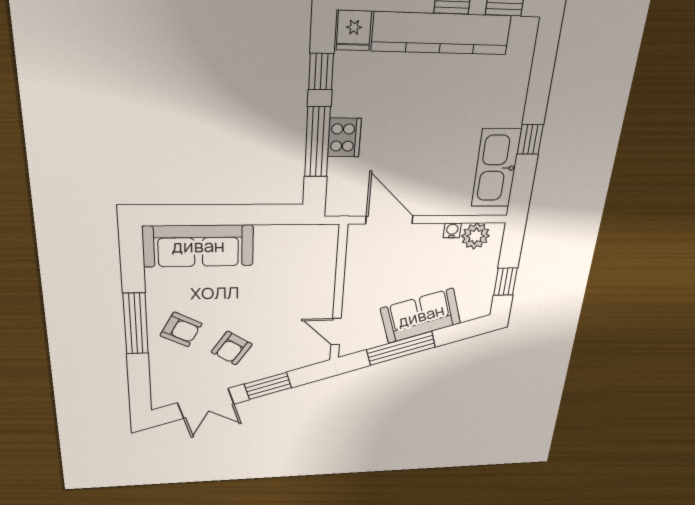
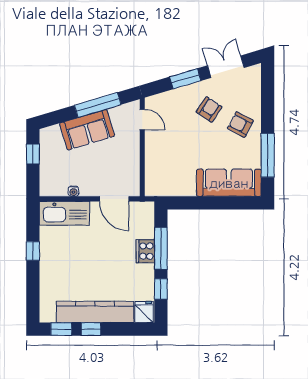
kitchen sink: (496, 168) -> (64, 213), moved, turned 90
plant: (475, 236) -> (58, 187), removed
window: (136, 324) -> (268, 155), moved

